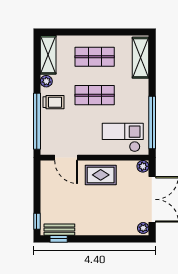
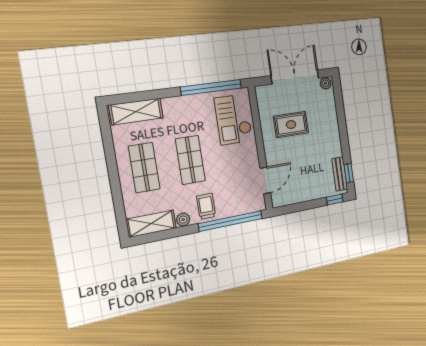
plant: (143, 166) -> (262, 92), removed
rug: (101, 175) -> (291, 125), moved, turned 90

